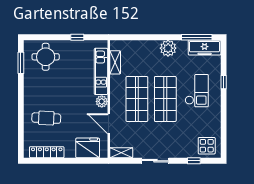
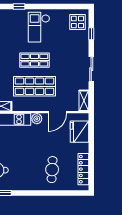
checkout: (197, 91) -> (39, 27), moved, turned -90
shop shelf: (165, 99) -> (34, 60), width x0.70, depth x0.74

